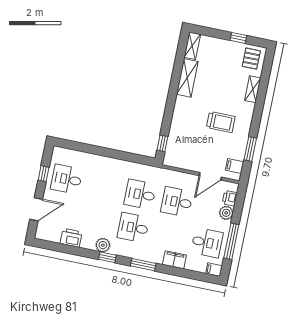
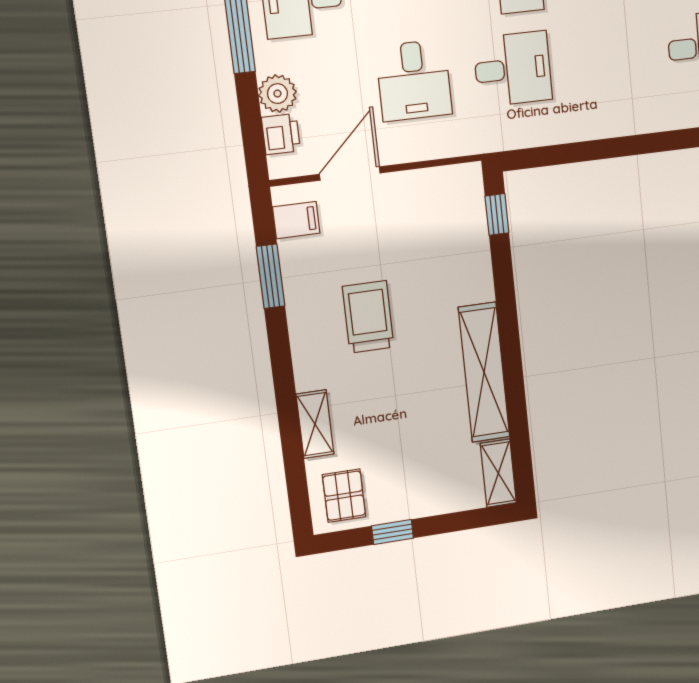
shelving: (187, 78) -> (484, 372), width x1.47
trolley: (221, 122) -> (368, 317), turned 90
desk: (177, 202) -> (414, 80), turned 90

